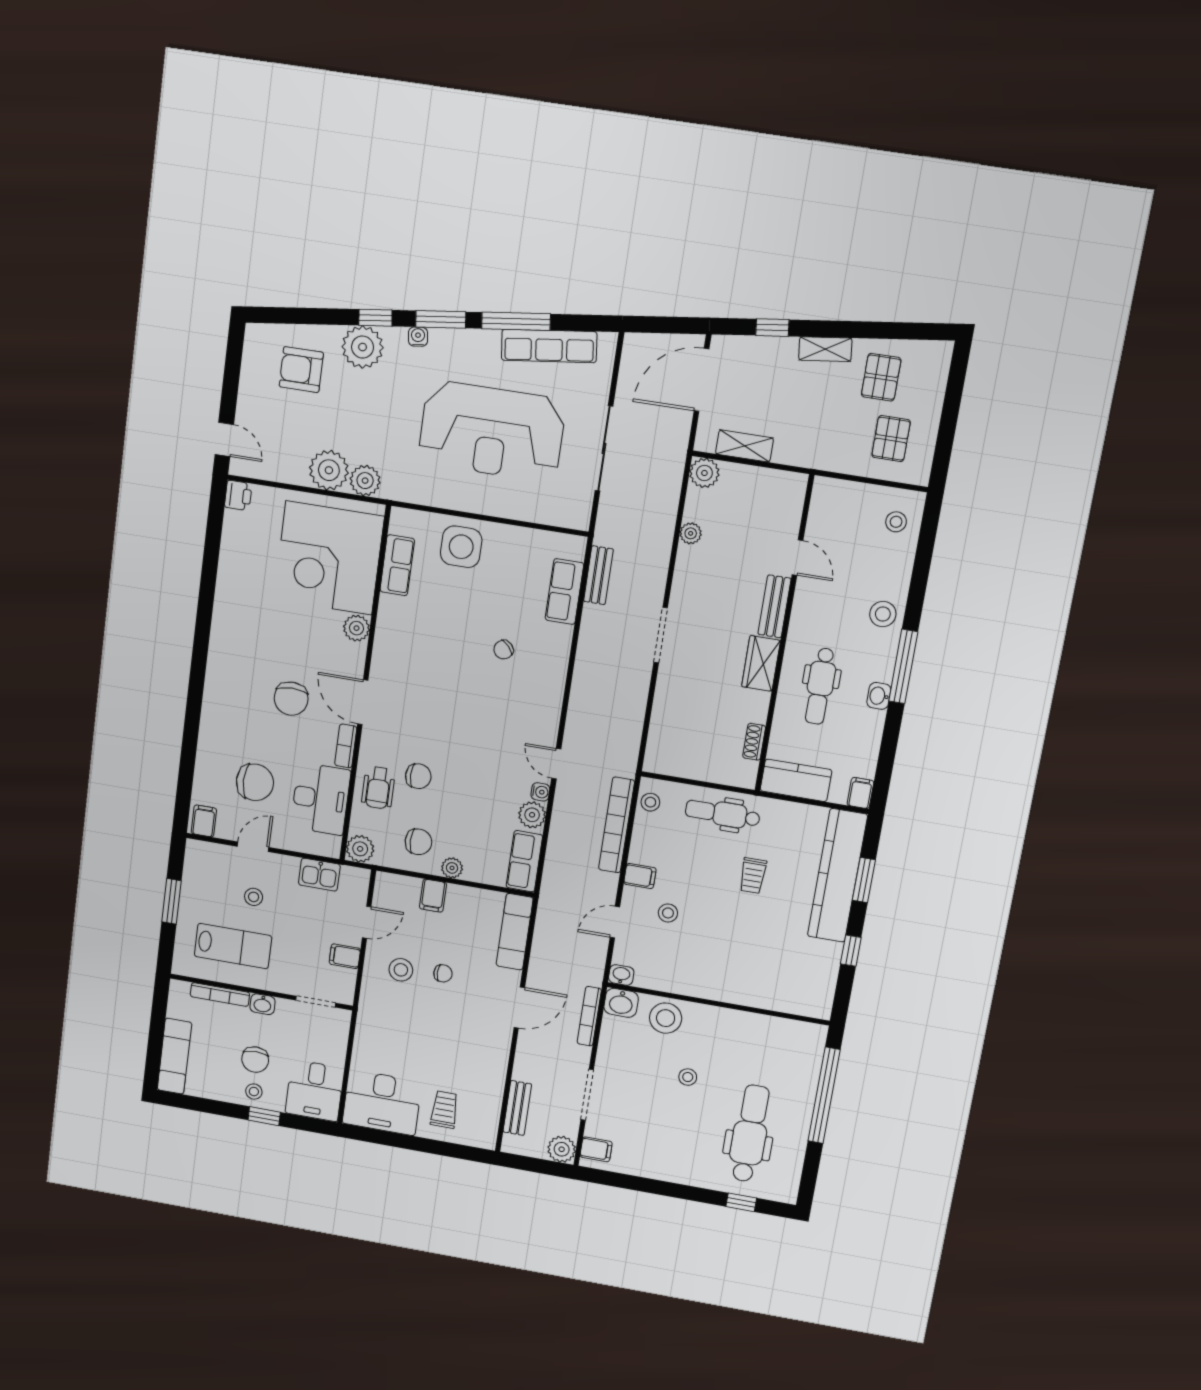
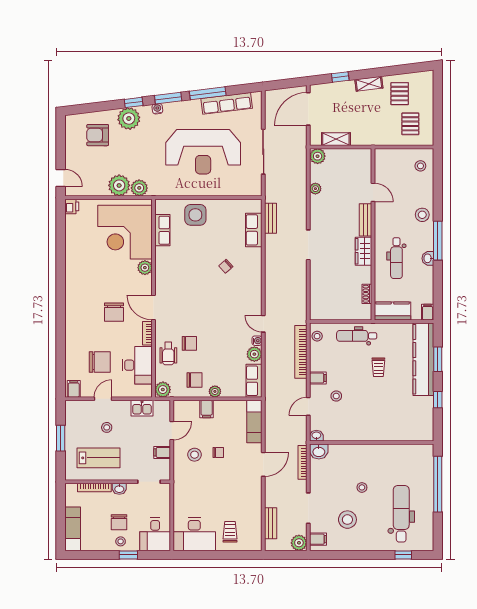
stool: (666, 1018) -> (347, 520), moved

